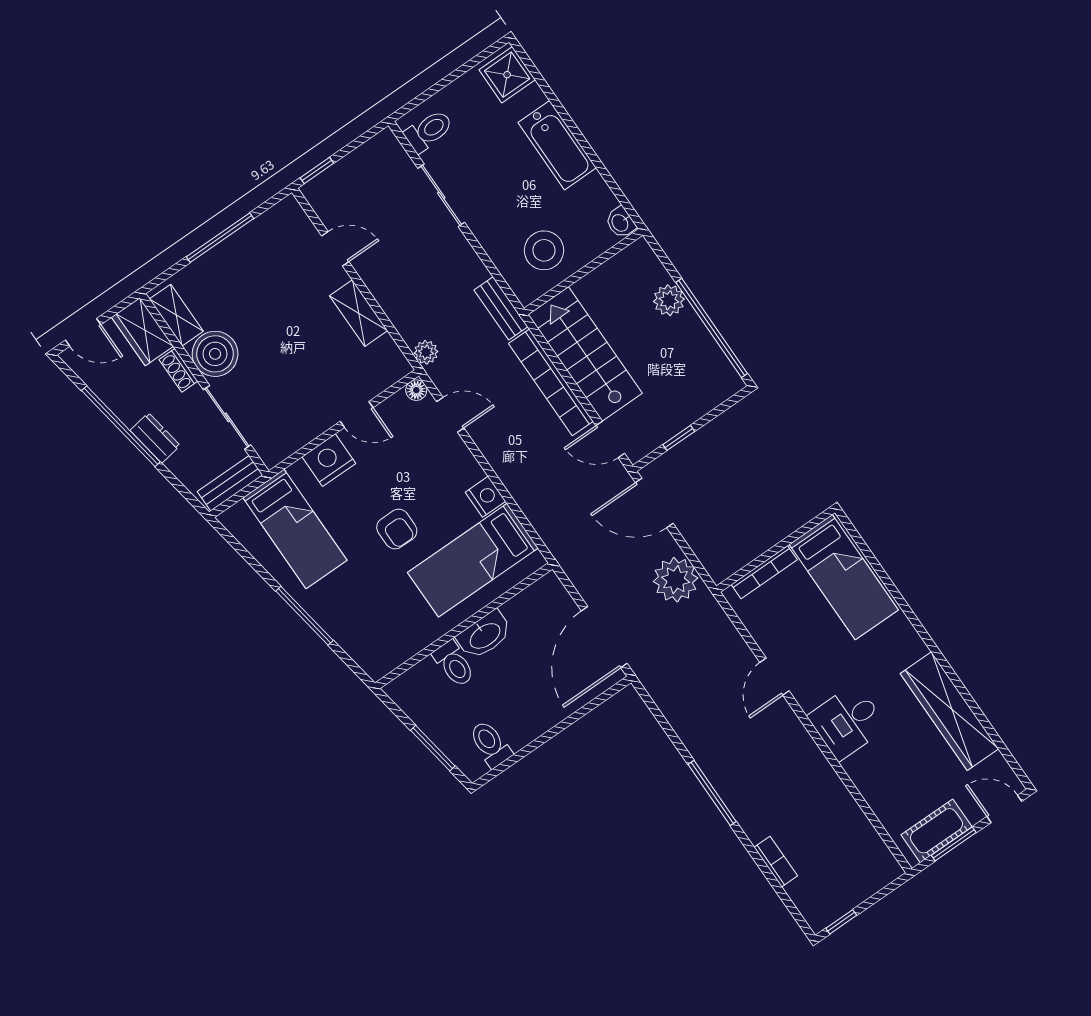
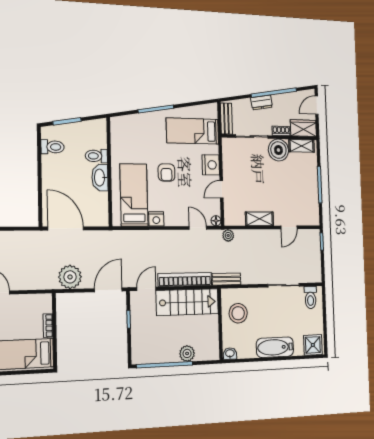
door: (450, 415) -> (198, 228), swing flipped
armchair: (397, 529) -> (166, 172), turned -90
bookcase: (764, 572) -> (48, 326), width x0.64

